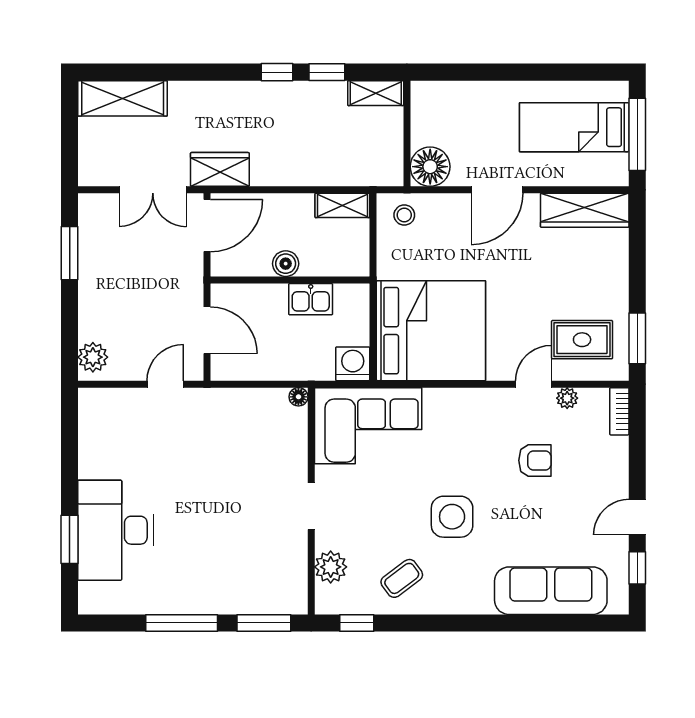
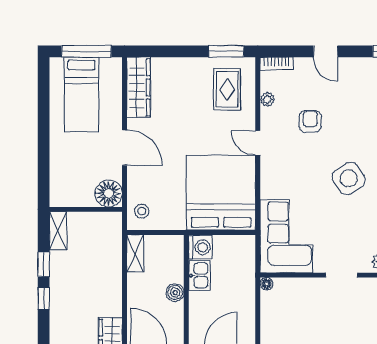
washing machine: (353, 364) -> (200, 247), moved, turned 180
door: (533, 384) -> (258, 143), moved
side table: (452, 517) -> (349, 178), turned -34
door: (637, 517) -> (326, 51), moved

